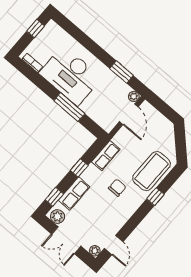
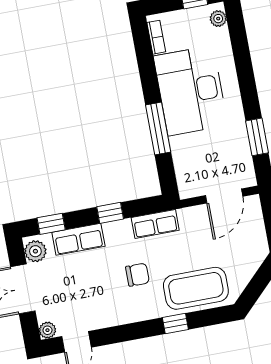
plant: (134, 96) -> (218, 19), moved

